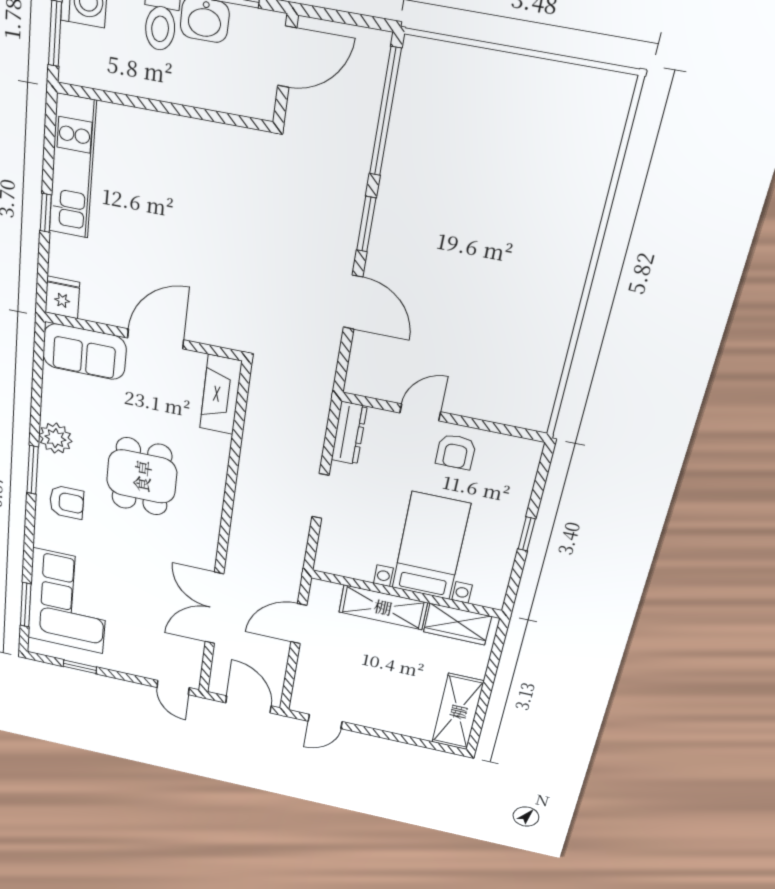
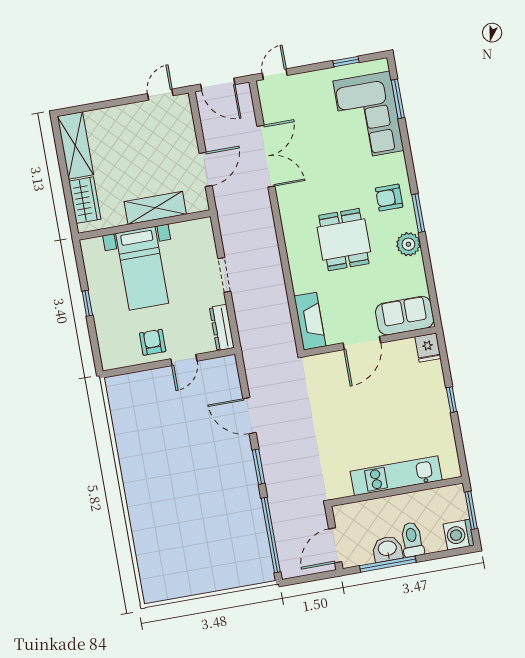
kitchen unit: (73, 167) -> (396, 476), moved, turned 90
wardrobe: (457, 624) -> (85, 200), moved, turned 90
door: (173, 688) -> (275, 74), hinge flipped

